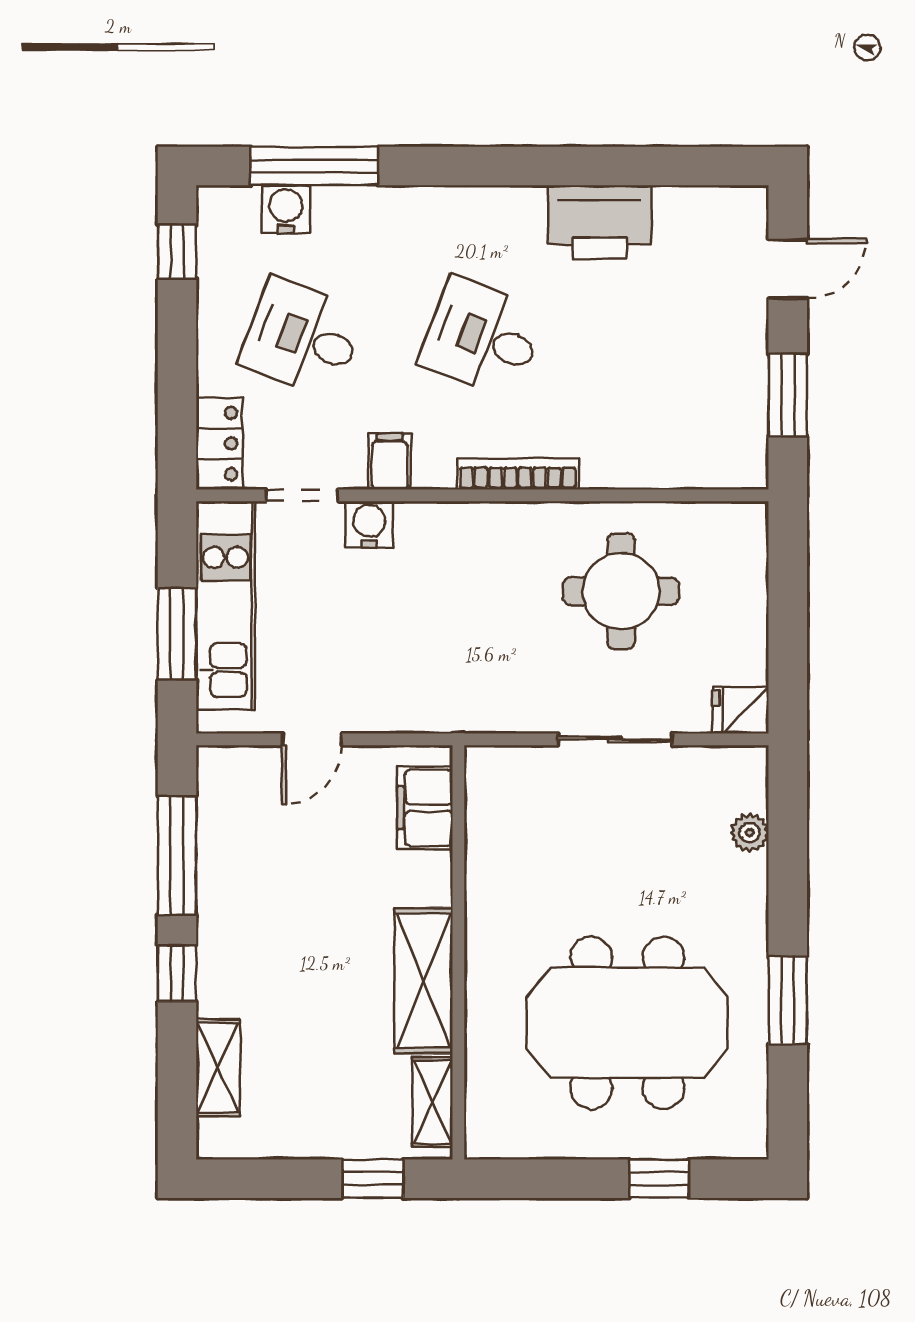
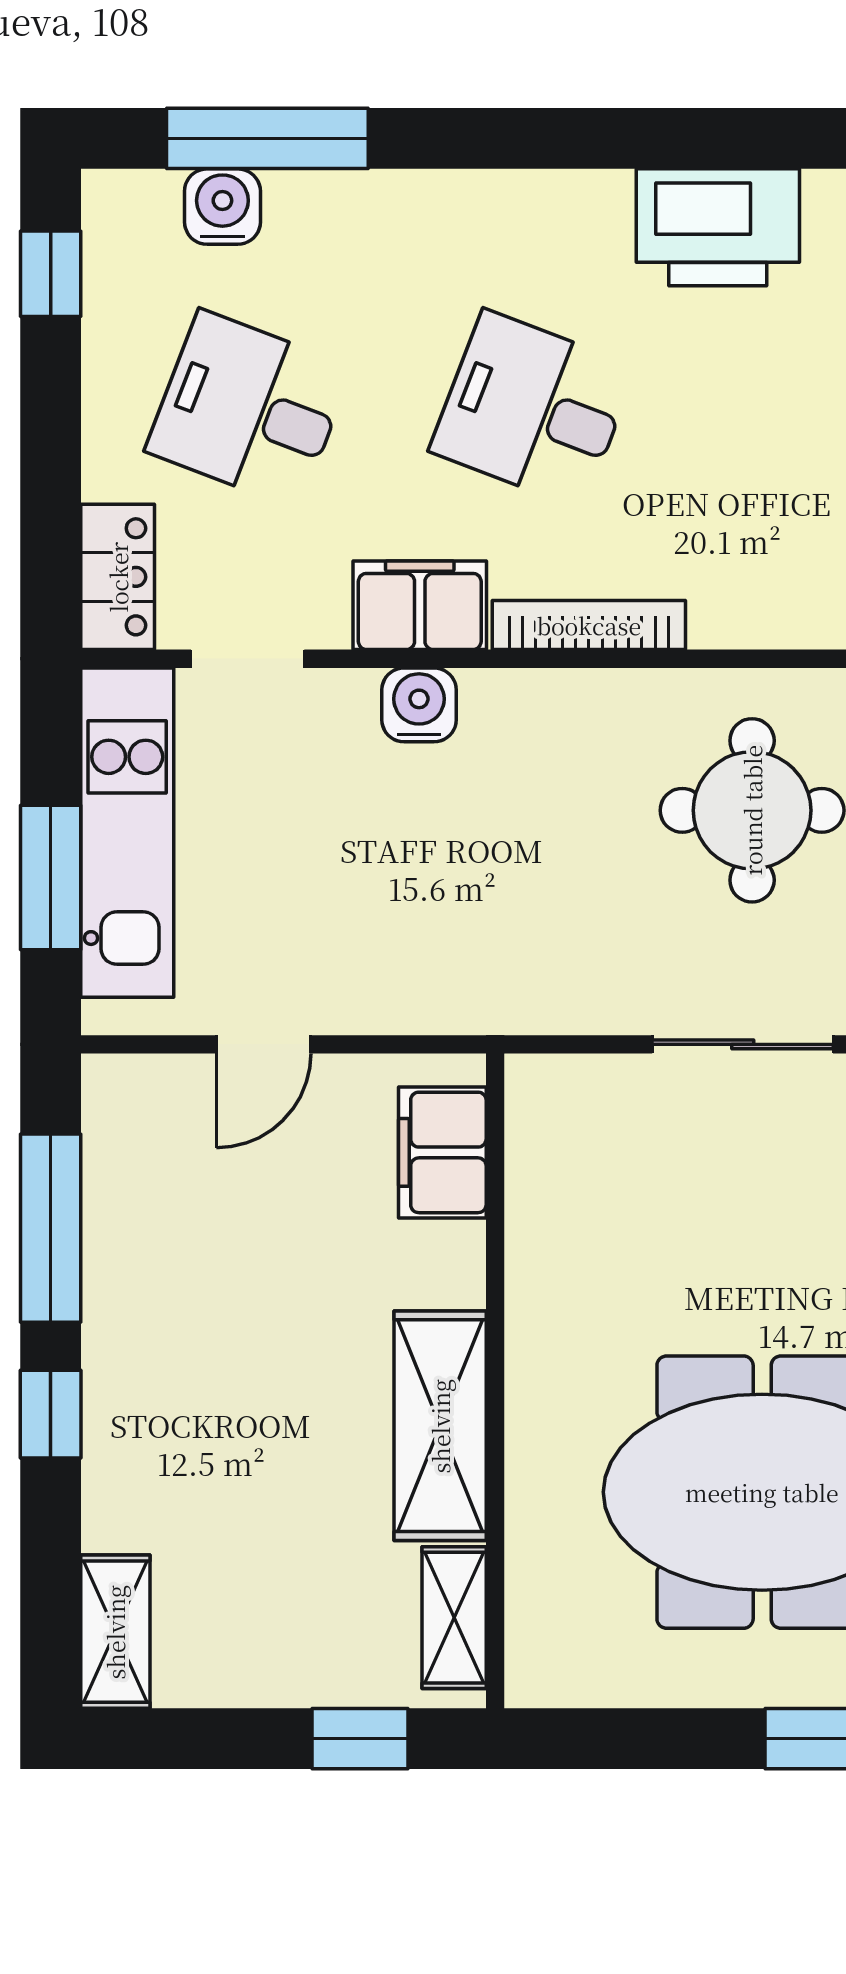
filing cabinet: (390, 461) -> (420, 605), width x2.00
water cooler: (369, 525) -> (419, 705), moved
shelving: (218, 1068) -> (115, 1632), moved

